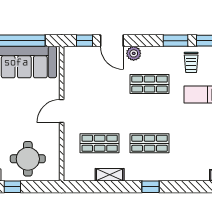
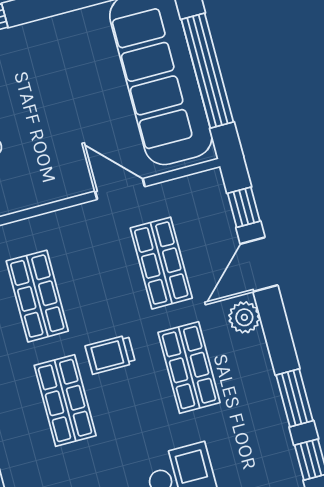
trolley: (191, 62) -> (110, 354), moved
shop shelf: (100, 84) -> (161, 263), added
door: (62, 111) -> (120, 189), moved

